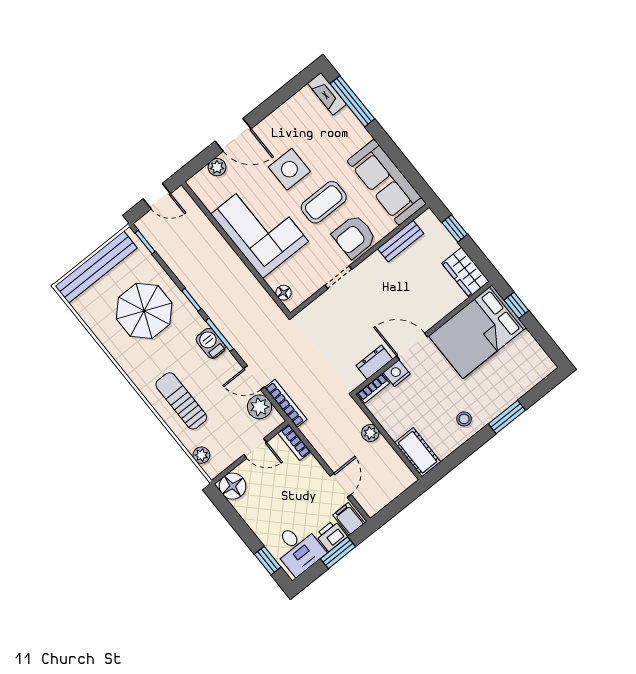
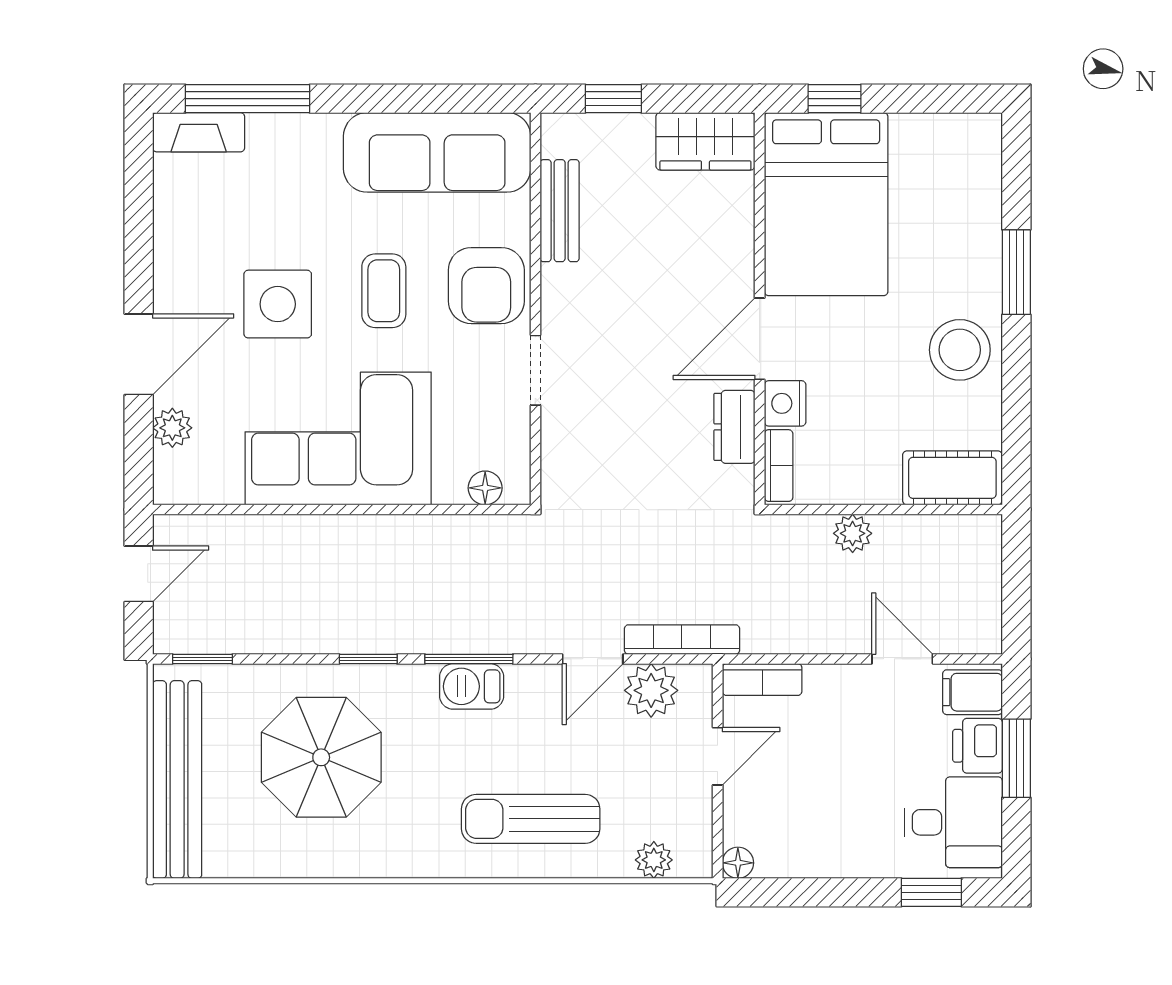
coffee table: (324, 202) -> (384, 291), width x0.73, depth x0.77
stool: (464, 419) -> (960, 350), width x1.89, depth x1.89
floor lamp: (233, 486) -> (738, 863), width x0.53, depth x0.53

